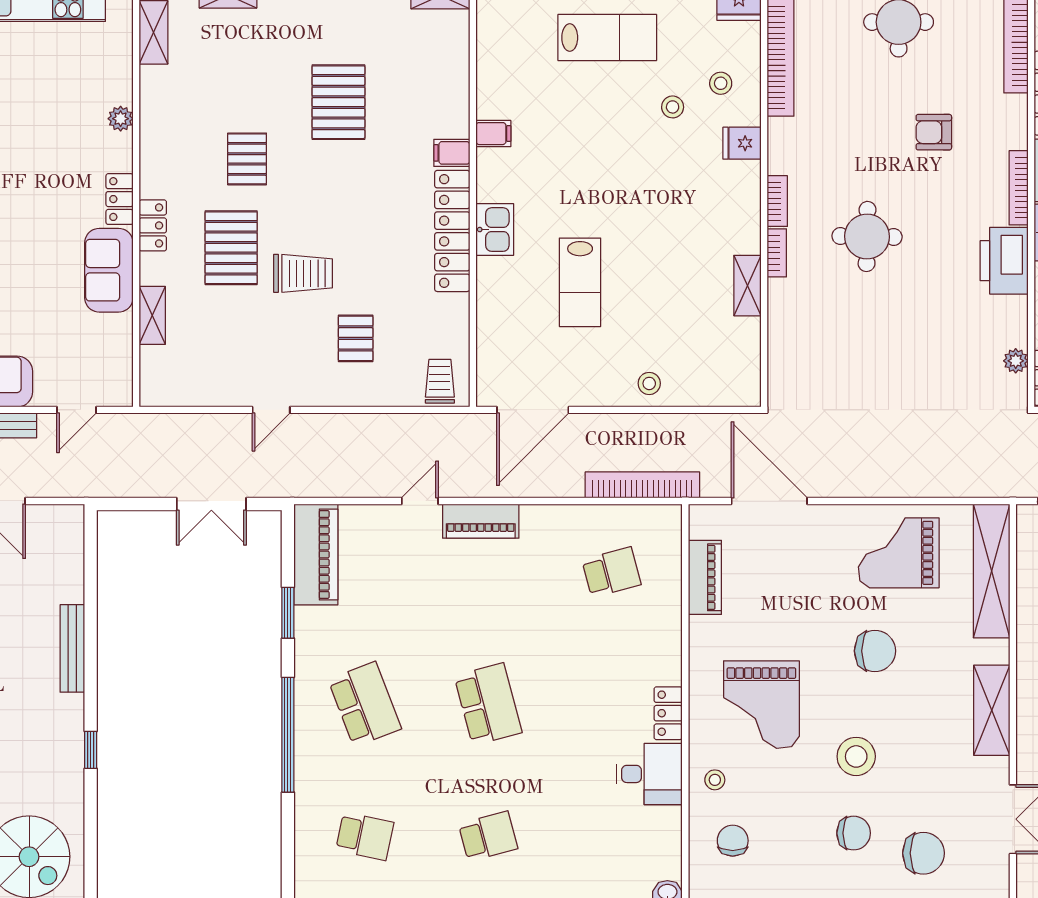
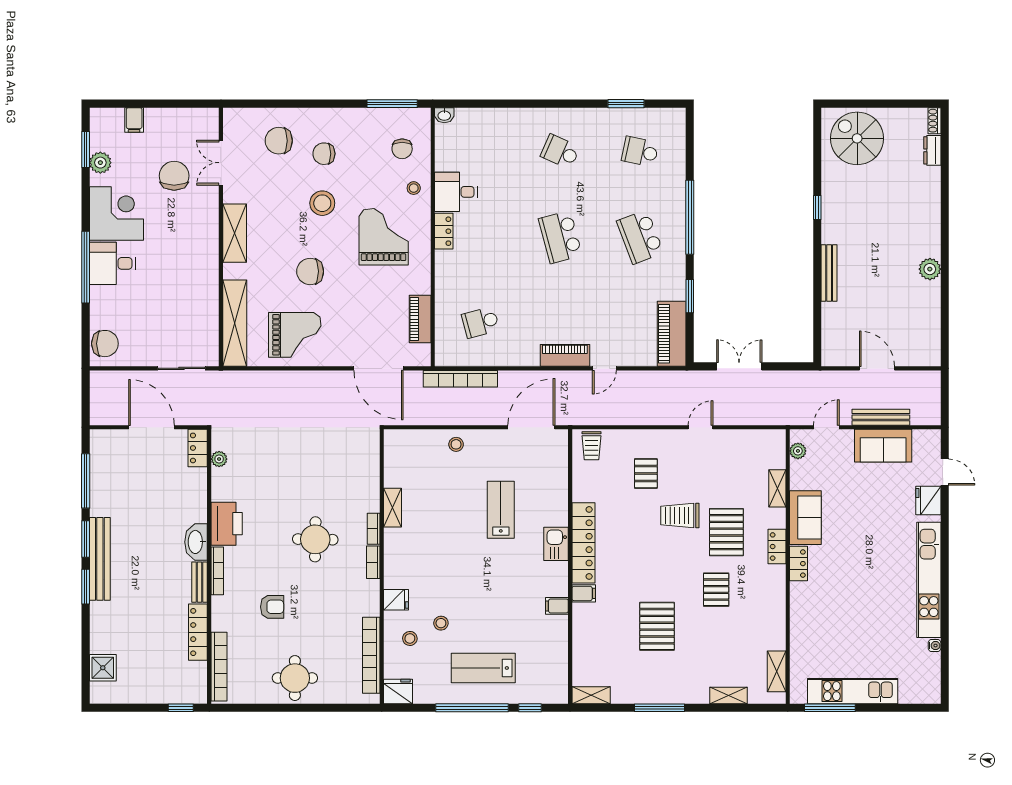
plant: (121, 119) -> (798, 451), moved
school desk: (488, 836) -> (560, 152), turned 39

